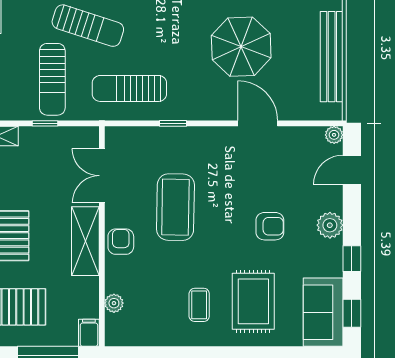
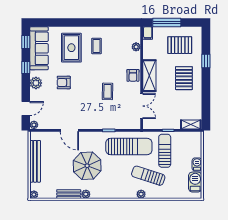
parasol: (241, 47) -> (87, 166), moved
sun lounger: (129, 88) -> (129, 146), width x1.36, depth x1.34
coffee table: (175, 207) -> (108, 91), width x0.54, depth x0.58
sofa: (323, 312) -> (39, 48), width x1.36

